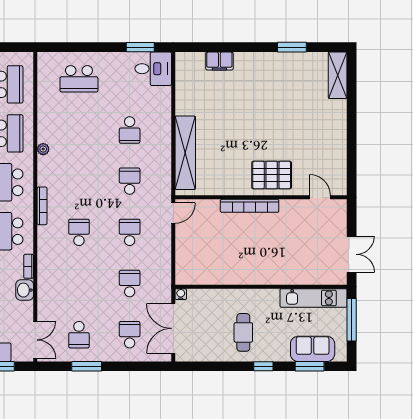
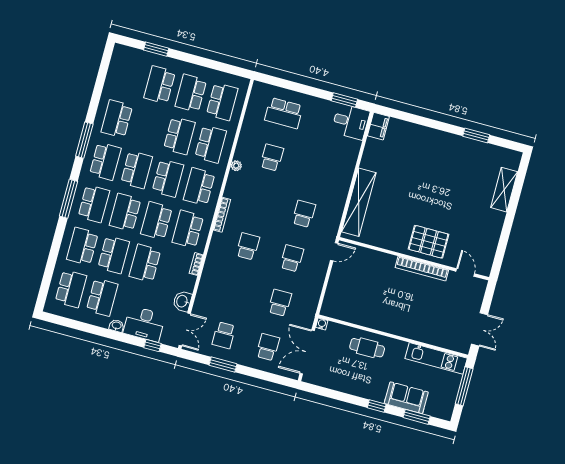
filing cabinet: (219, 61) -> (378, 126), moved, turned -90
shelving: (338, 75) -> (504, 190), moved
school desk: (130, 130) -> (272, 157), moved, turned 180
bookcase: (250, 206) -> (422, 269), moved
washbasin: (25, 290) -> (182, 301), moved
cafe table: (243, 332) -> (367, 348), moved, turned 90
sofa: (313, 349) -> (406, 398), moved

